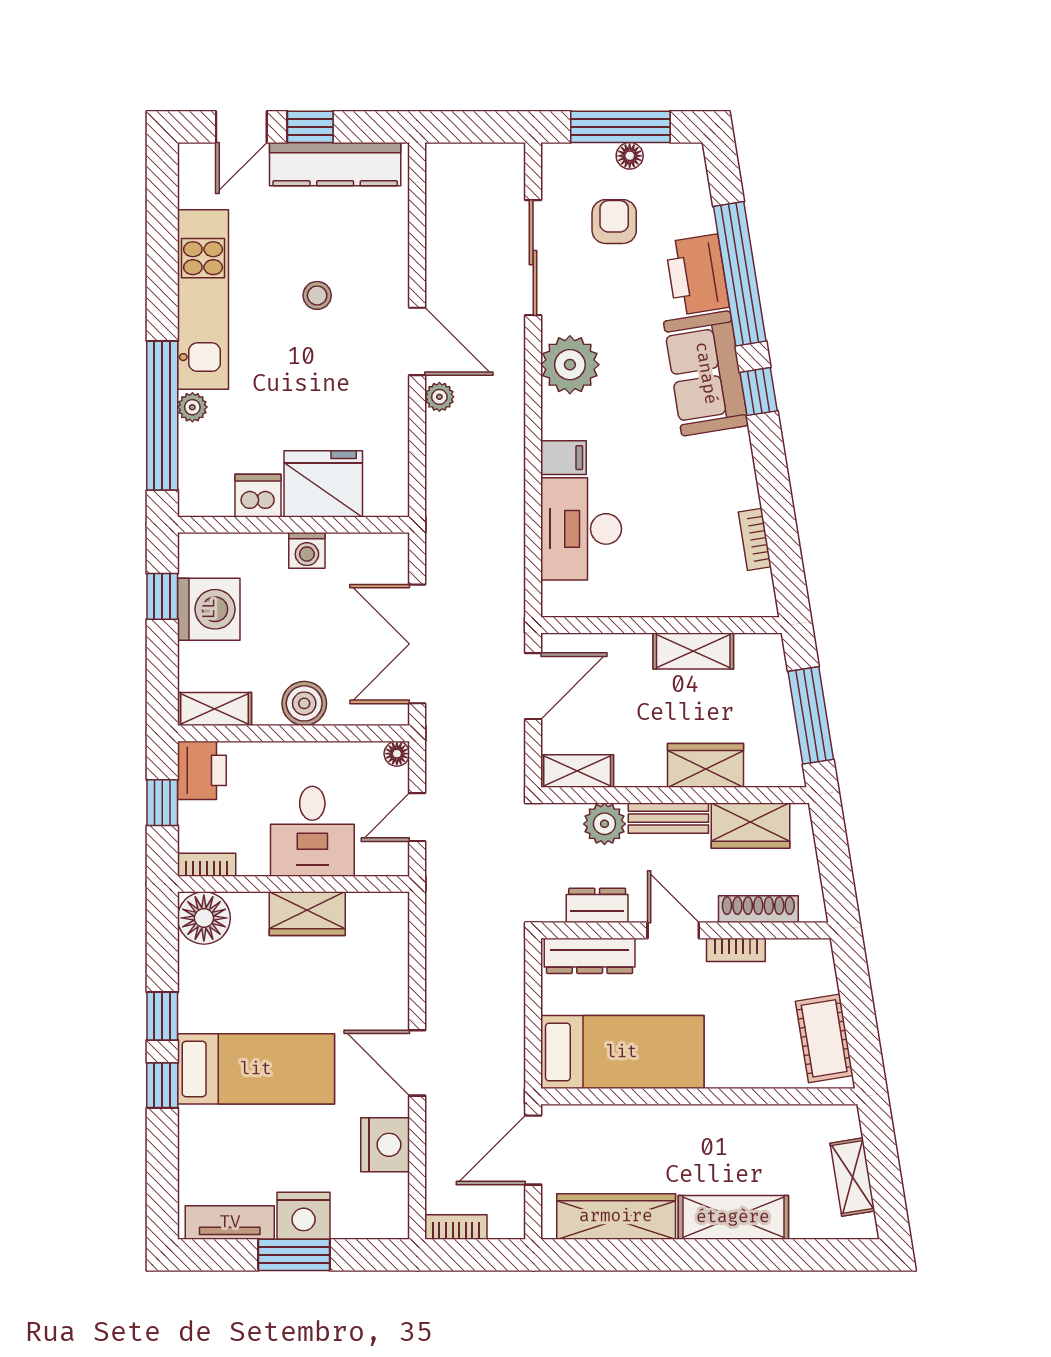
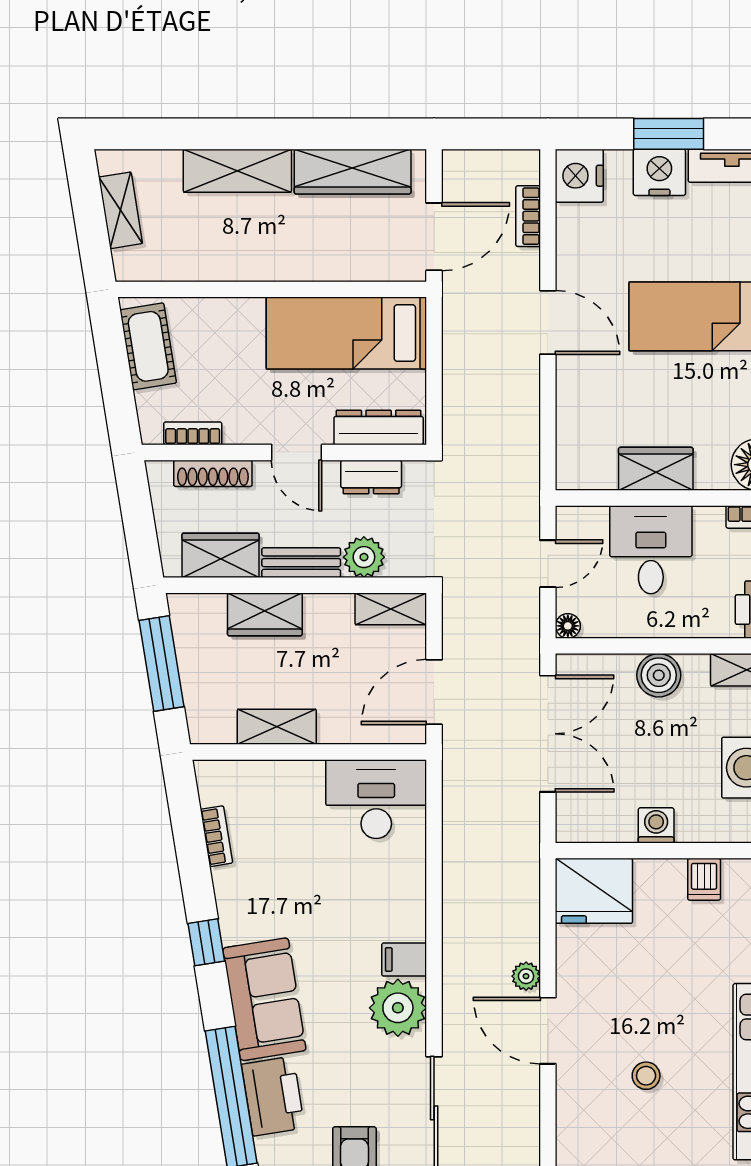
window: (759, 392) -> (206, 942), moved
filing cabinet: (563, 458) -> (404, 959), moved
fridge: (323, 484) -> (594, 891), moved
dishwasher: (258, 496) -> (704, 879), width x0.73
desk: (581, 529) -> (376, 799), moved, turned -90
bookcase: (736, 950) -> (193, 433), moved
nightstand: (385, 1145) -> (579, 176), moved
bookcase: (456, 1227) -> (528, 216), moved, turned 90

